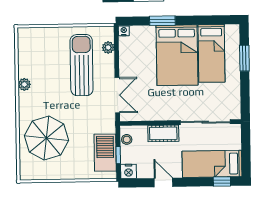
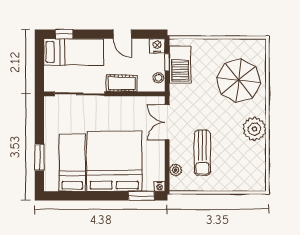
window: (162, 21) -> (141, 196), moved
bed: (177, 55) -> (114, 161), width x1.36
sun lounger: (82, 65) -> (202, 153), width x0.73, depth x0.75
plant: (24, 84) -> (254, 129), width x1.88, depth x1.88

